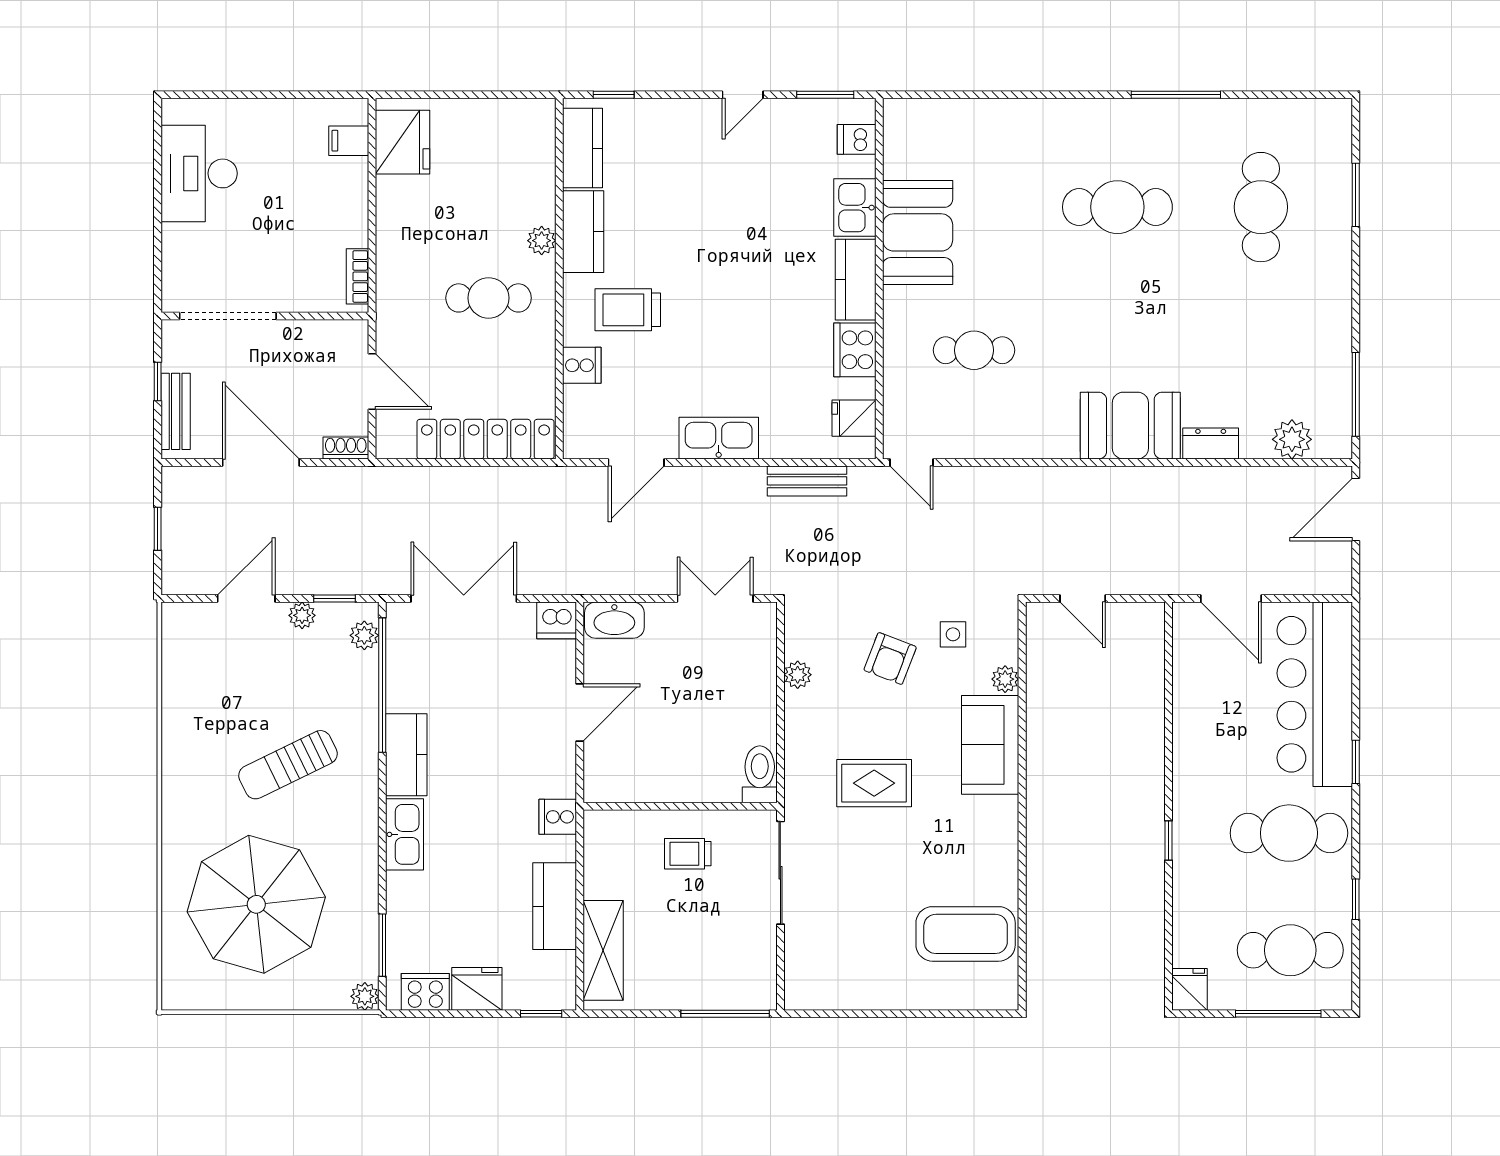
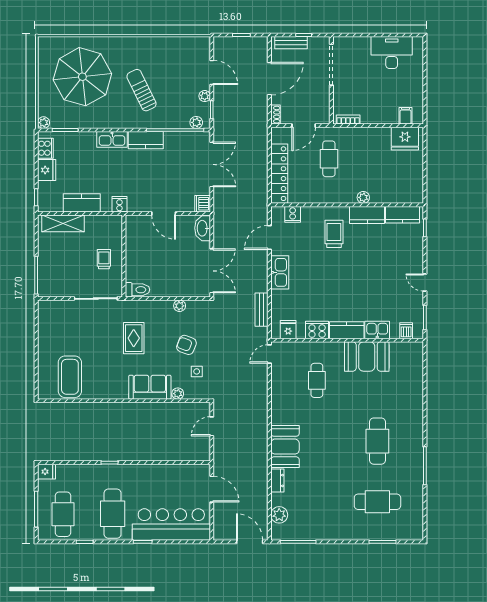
cafe table: (489, 298) -> (329, 159), moved
cooker: (582, 365) -> (293, 214), moved
door: (636, 462) -> (269, 237), hinge flipped
double door: (715, 599) -> (212, 271), width x1.37
door: (1231, 599) -> (212, 489), swing flipped

